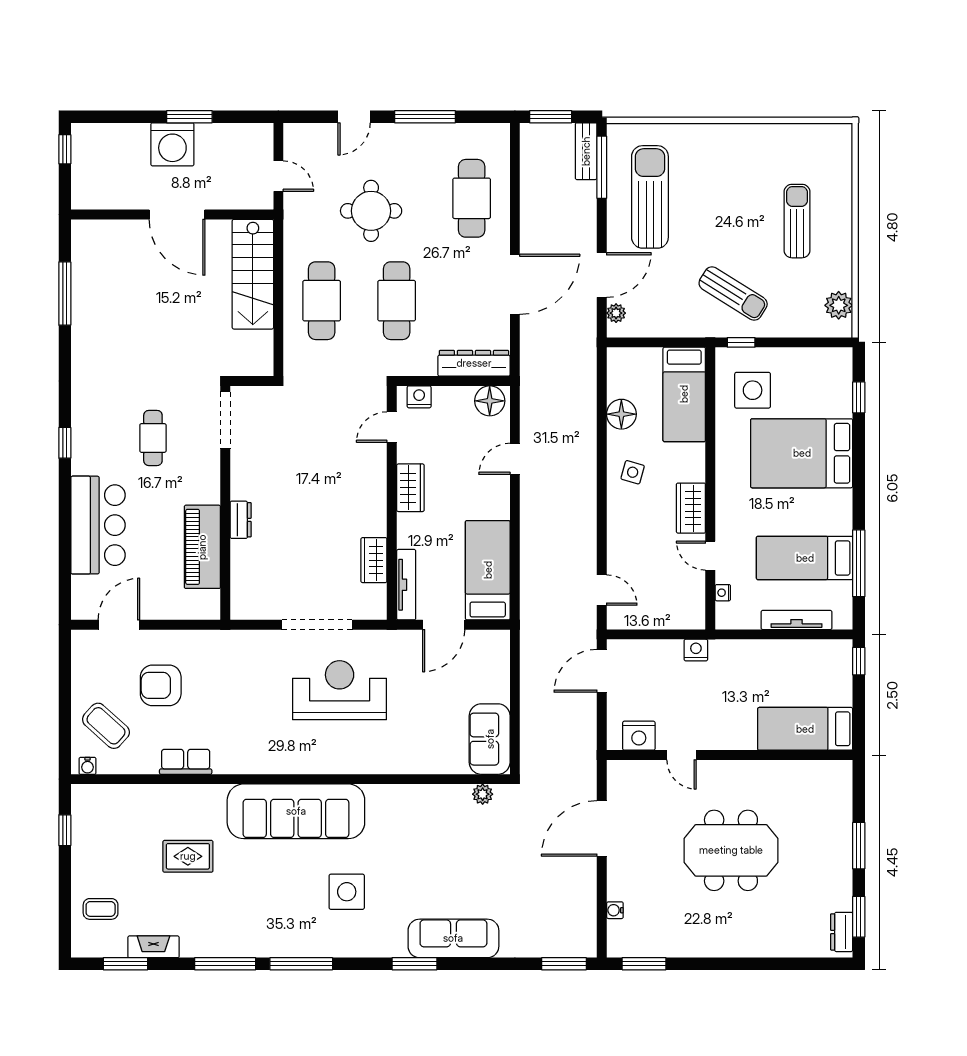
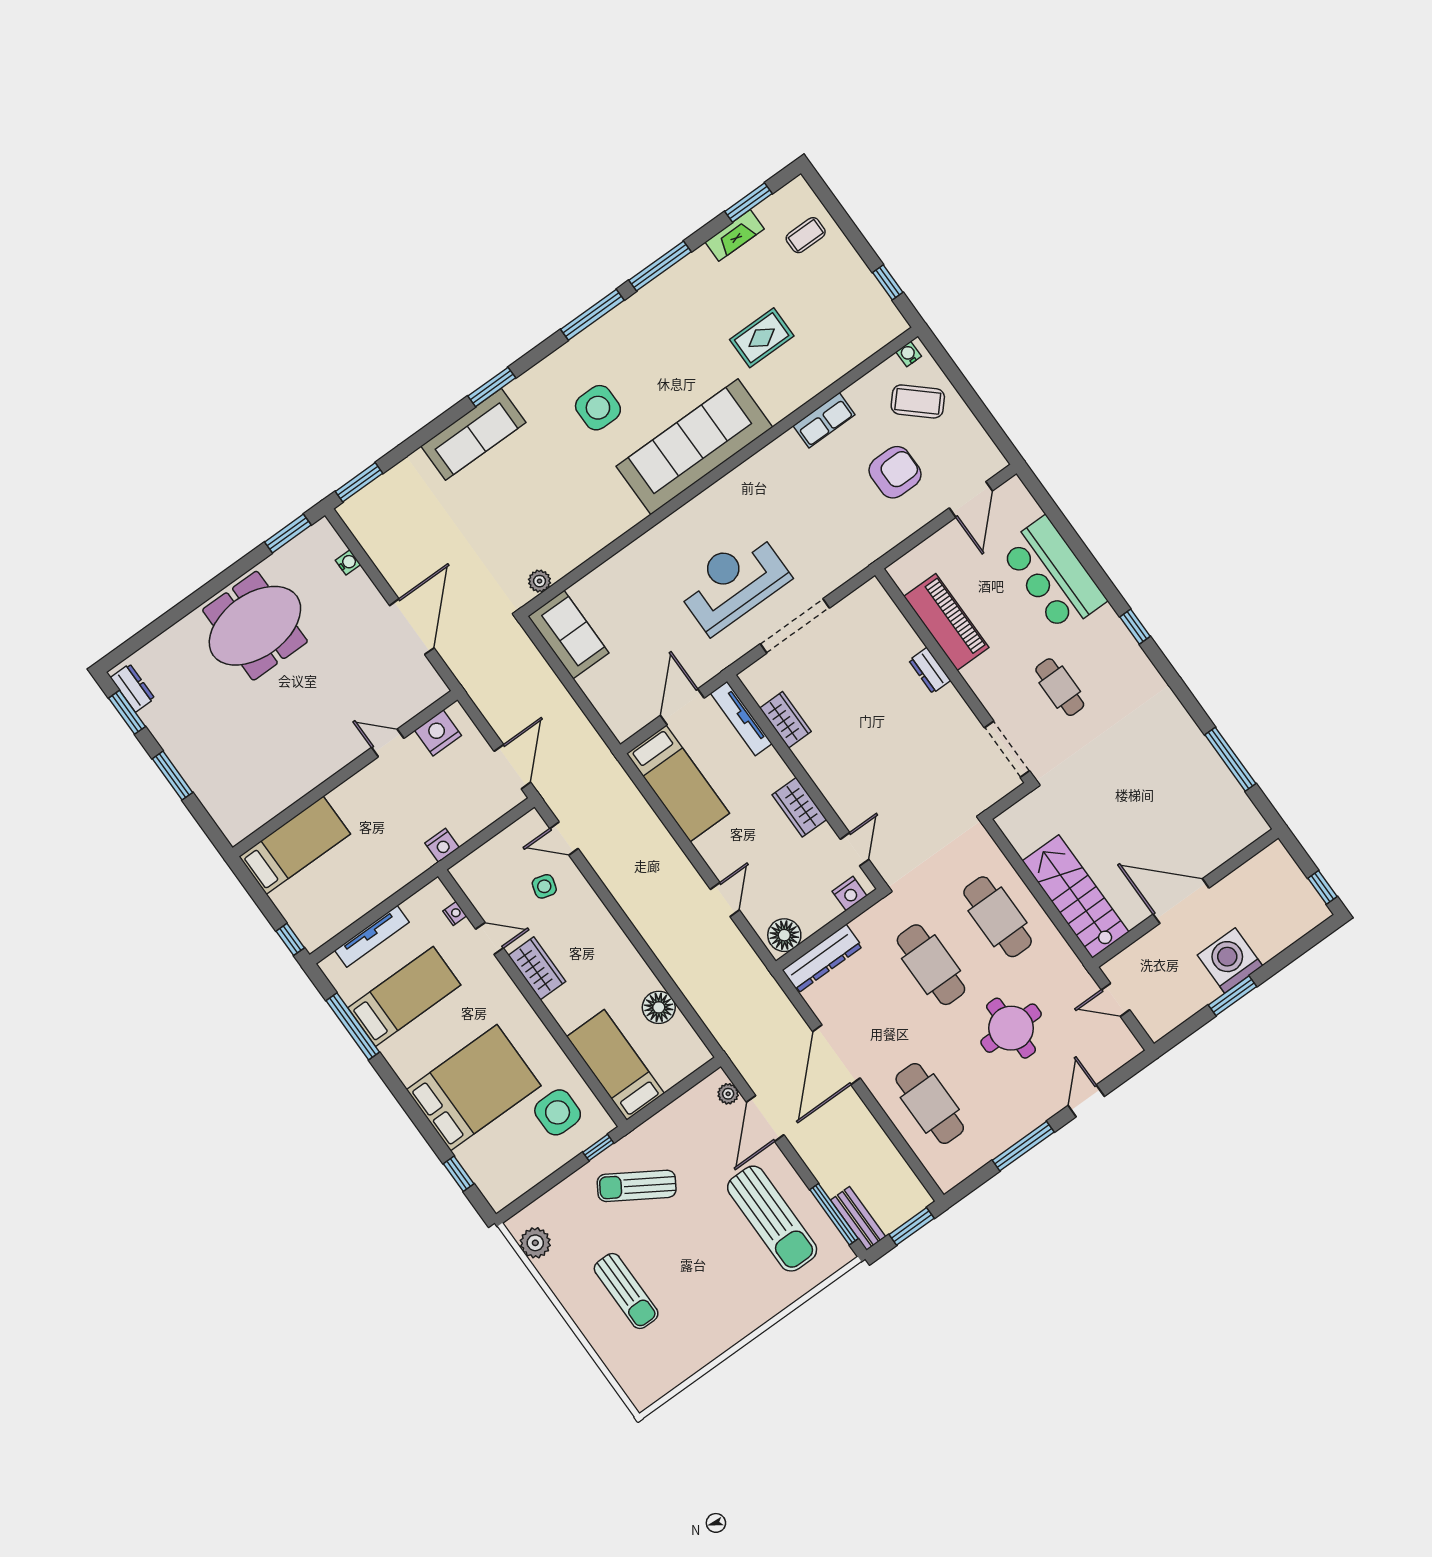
side table: (633, 472) -> (544, 886), moved
reception desk: (340, 690) -> (733, 582), turned 180
meeting table: (731, 850) -> (255, 626), moved

